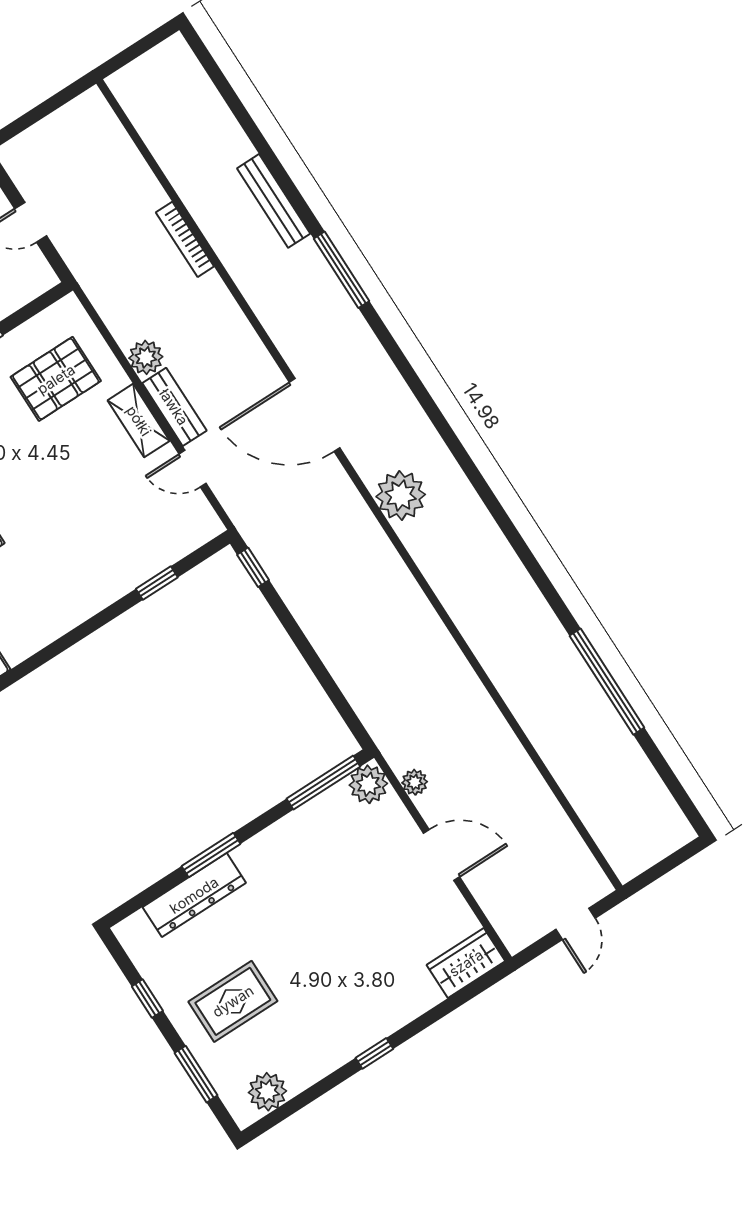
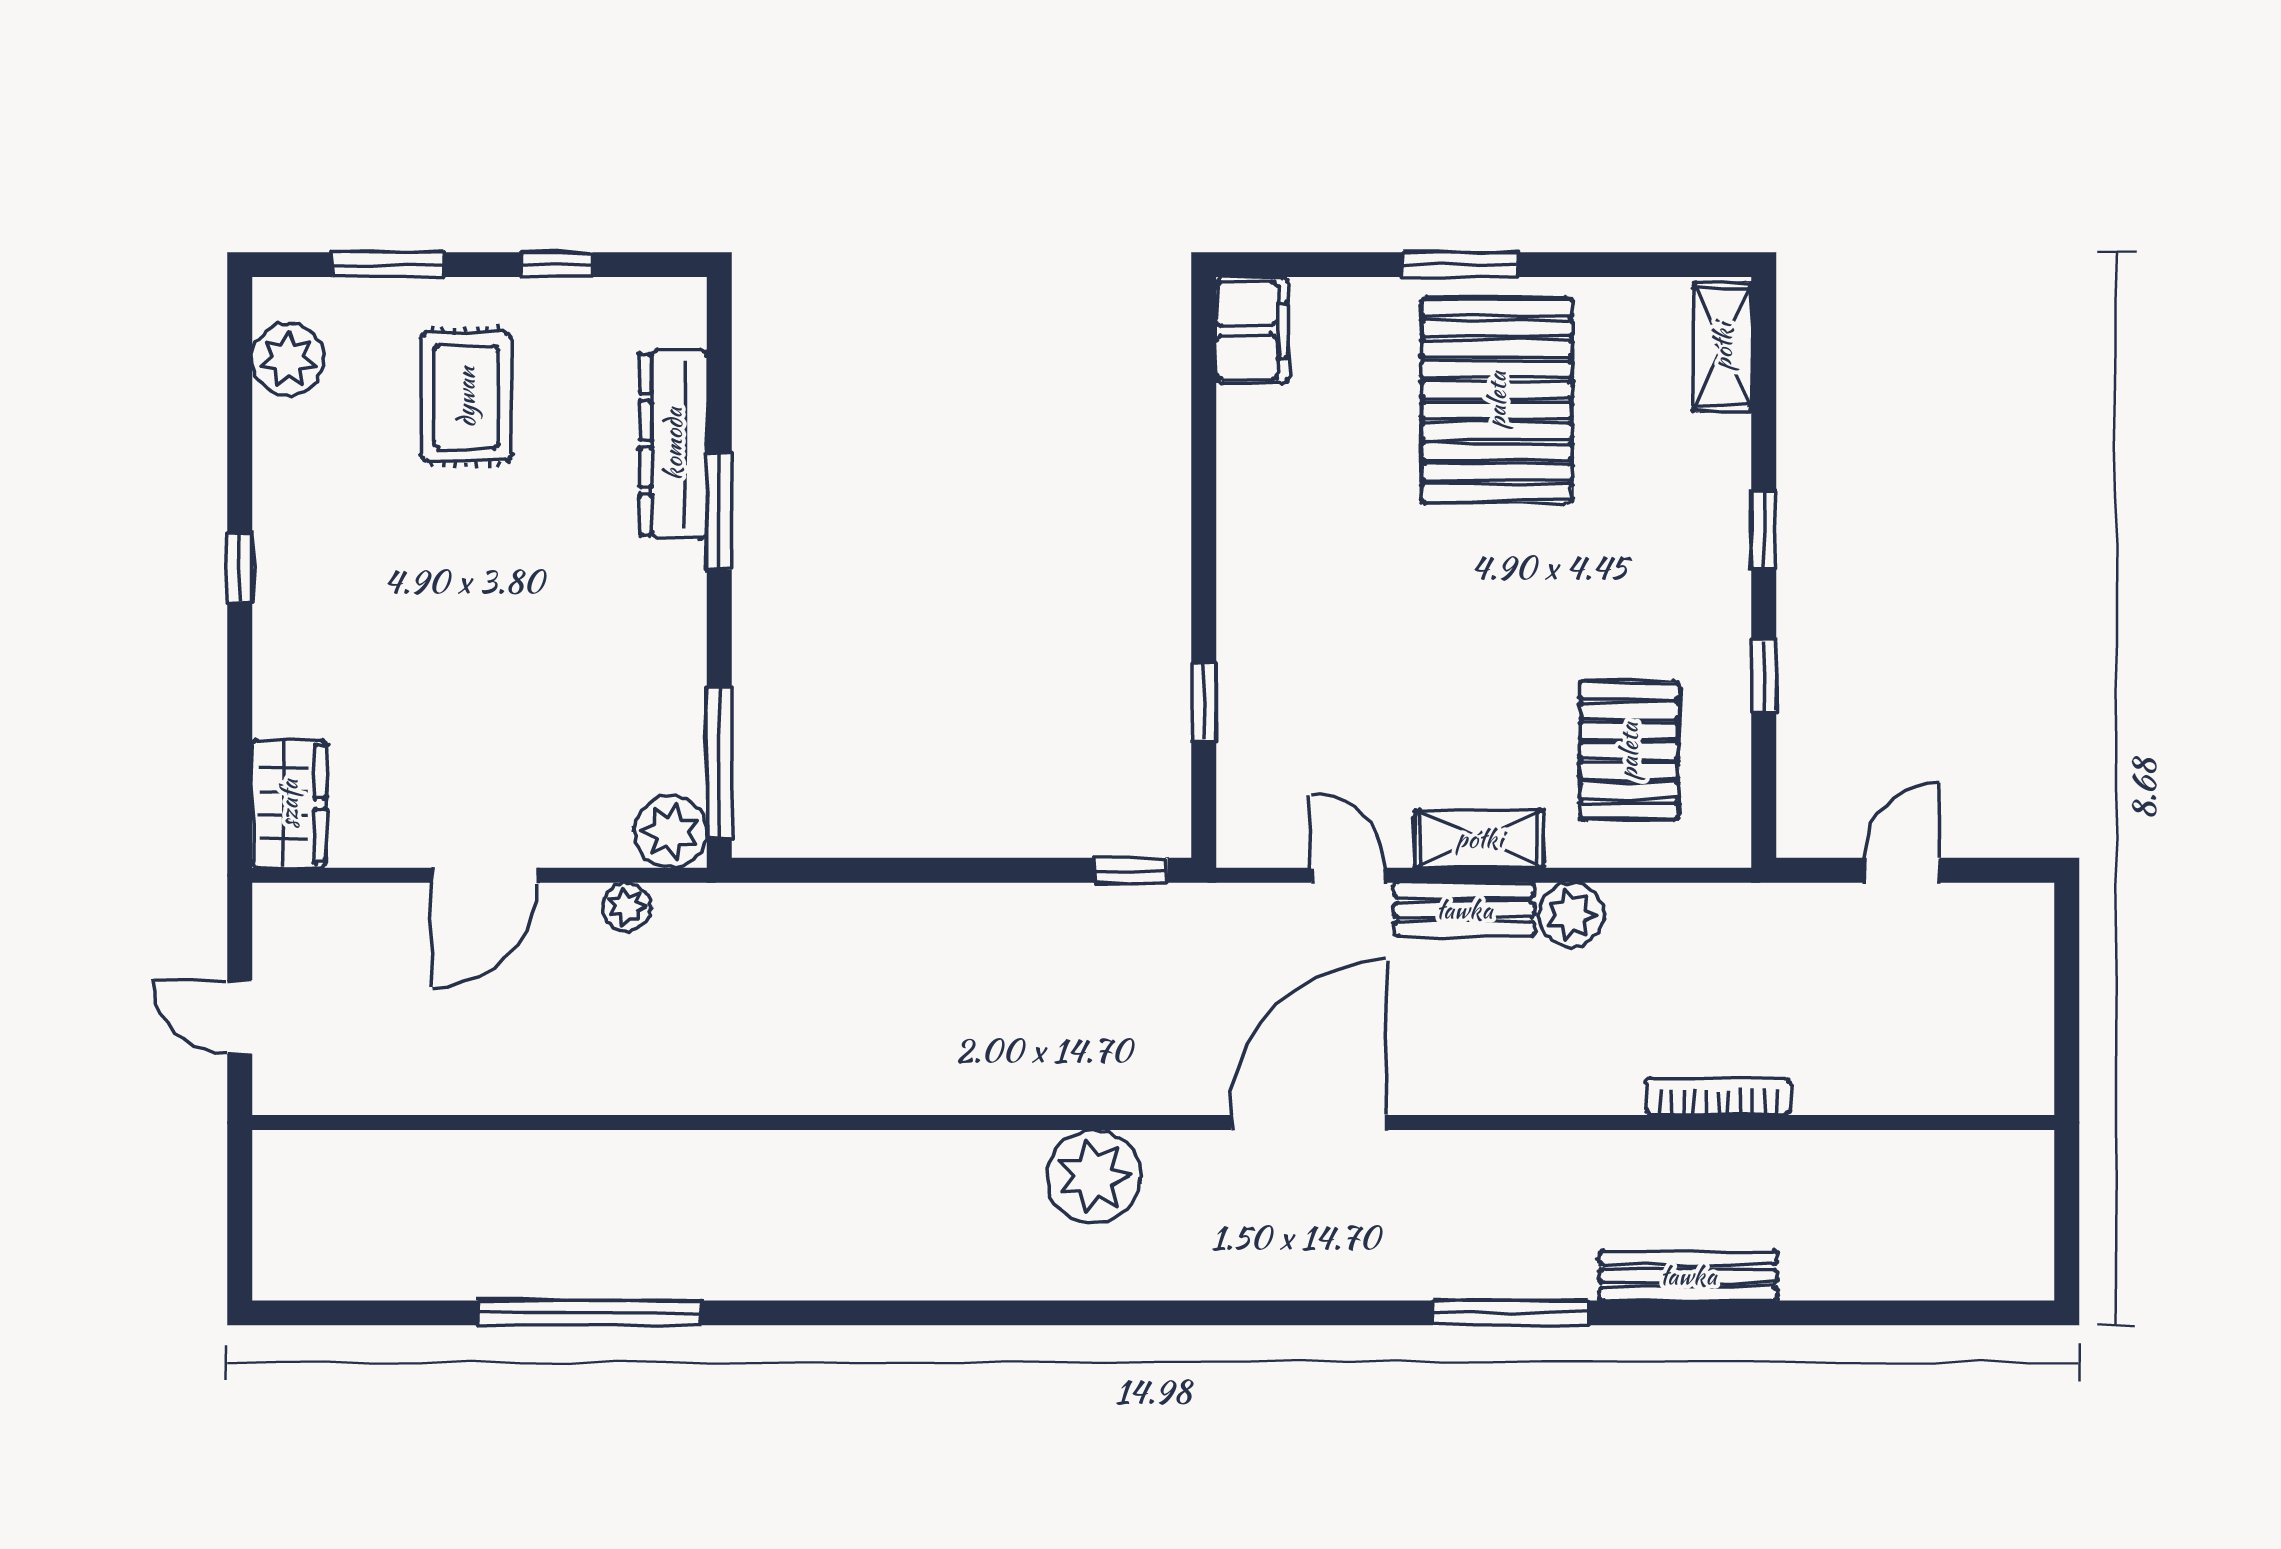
door: (193, 469) -> (1348, 875), hinge flipped

